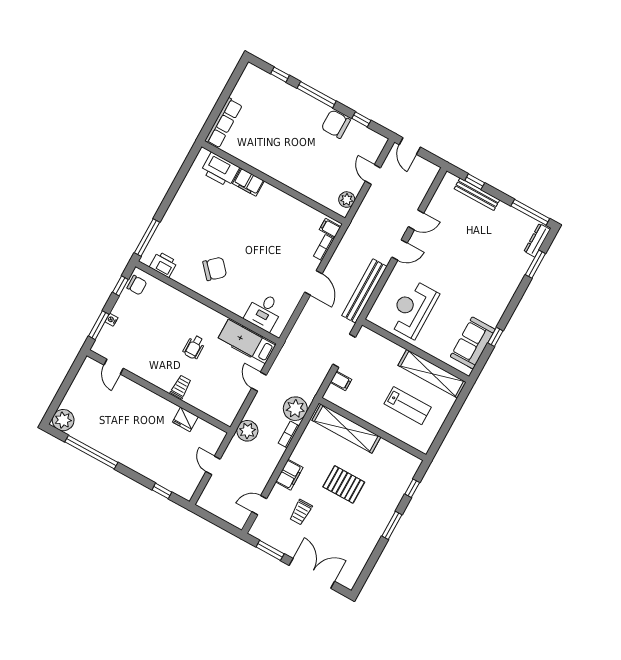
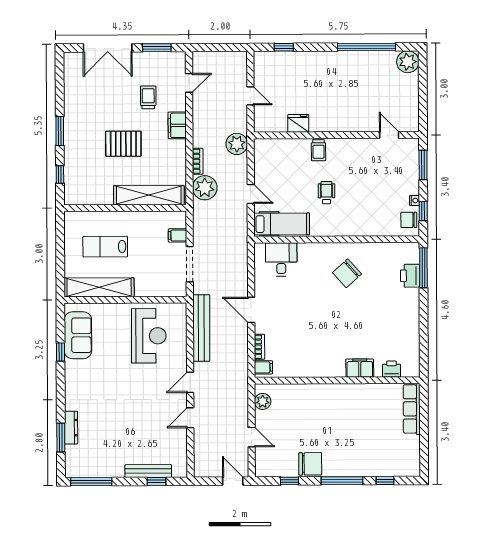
printer: (220, 170) -> (391, 369), width x0.53, depth x0.68
dresser: (537, 240) -> (71, 428), moved
printer: (163, 264) -> (410, 276), moved, turned 90
nightstand: (111, 320) -> (414, 201), moved

